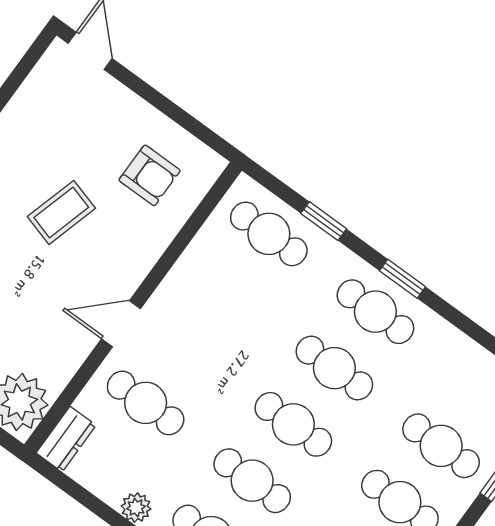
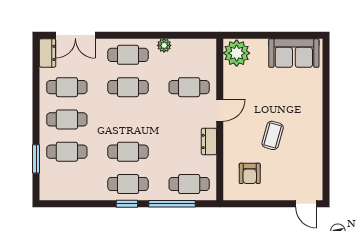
armchair: (150, 175) -> (250, 173), turned -90
window: (324, 221) -> (172, 204), width x2.17
cafe table: (293, 424) -> (128, 119), removed
dresser: (66, 439) -> (209, 141), moved

